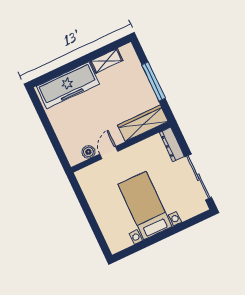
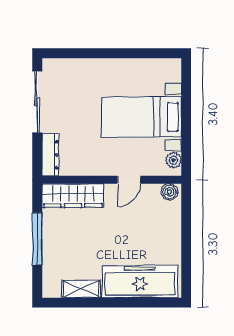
boiler: (88, 152) -> (169, 192), moved
plant: (84, 181) -> (173, 160), added
bed with nightstands: (145, 206) -> (141, 117), moved, turned 90

